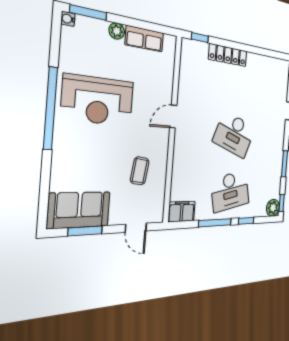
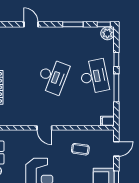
filing cabinet: (182, 212) -> (107, 121), width x0.50

